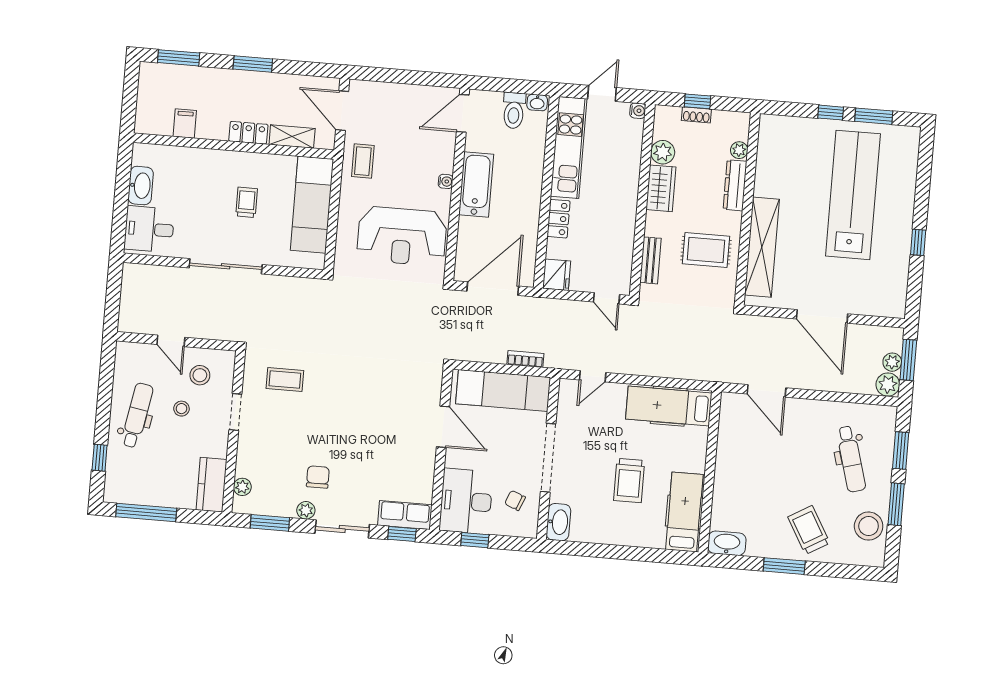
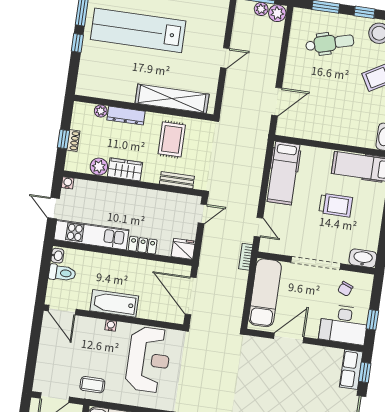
door: (822, 316) -> (225, 58), width x0.53
bookcase: (525, 359) -> (246, 257), moved
window: (896, 504) -> (365, 12), width x0.67

